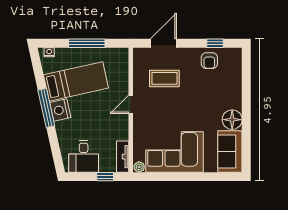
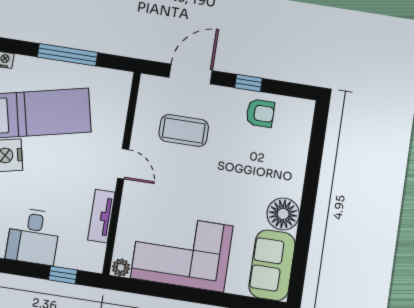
window: (215, 43) -> (249, 83), moved
armchair: (209, 61) -> (260, 113), turned -90
door: (131, 104) -> (123, 164), swing flipped
tv unit: (123, 157) -> (101, 216), moved

